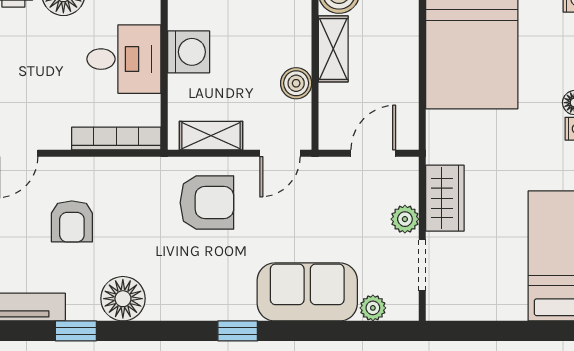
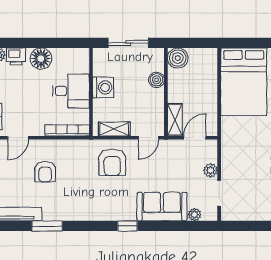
shelving: (333, 49) -> (175, 120), moved
boiler: (296, 83) -> (156, 80), moved
wardrobe: (445, 198) -> (230, 160), removed
armchair: (207, 203) -> (112, 162), turned 90
floor lamp: (123, 299) -> (70, 210), removed
window: (76, 331) -> (47, 226), width x1.50

